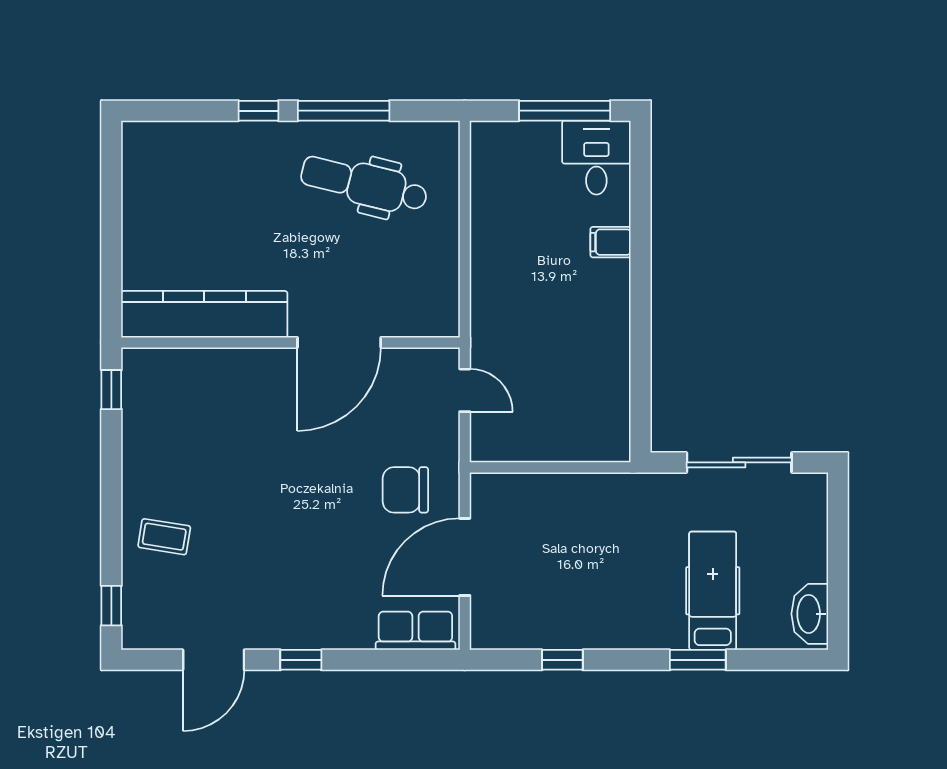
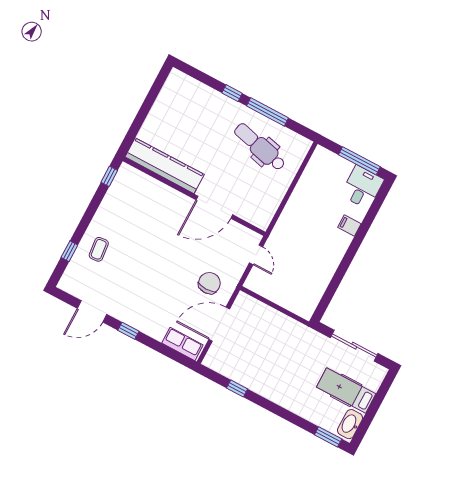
chair: (405, 490) -> (209, 283), turned 90
coffee table: (164, 537) -> (99, 249), turned 75
hospital bed: (713, 591) -> (346, 390), moved, turned -90
window: (111, 606) -> (69, 251), moved
window: (698, 660) -> (328, 437), moved

